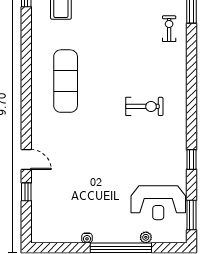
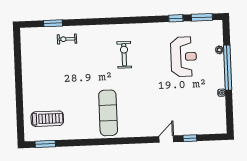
exercise mat: (66, 81) -> (108, 113), turned 90
window: (192, 159) -> (176, 18), moved
reception desk: (158, 203) -> (184, 57), moved

